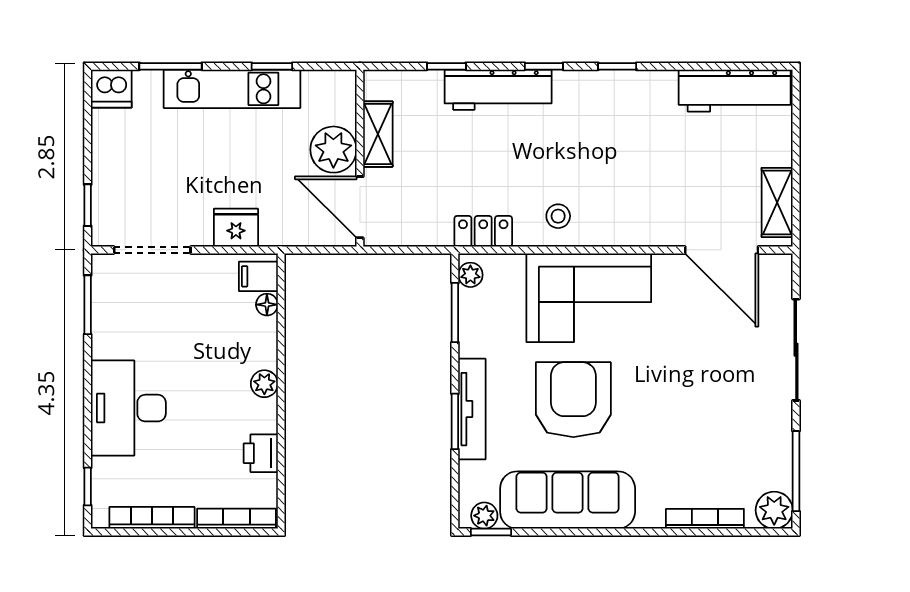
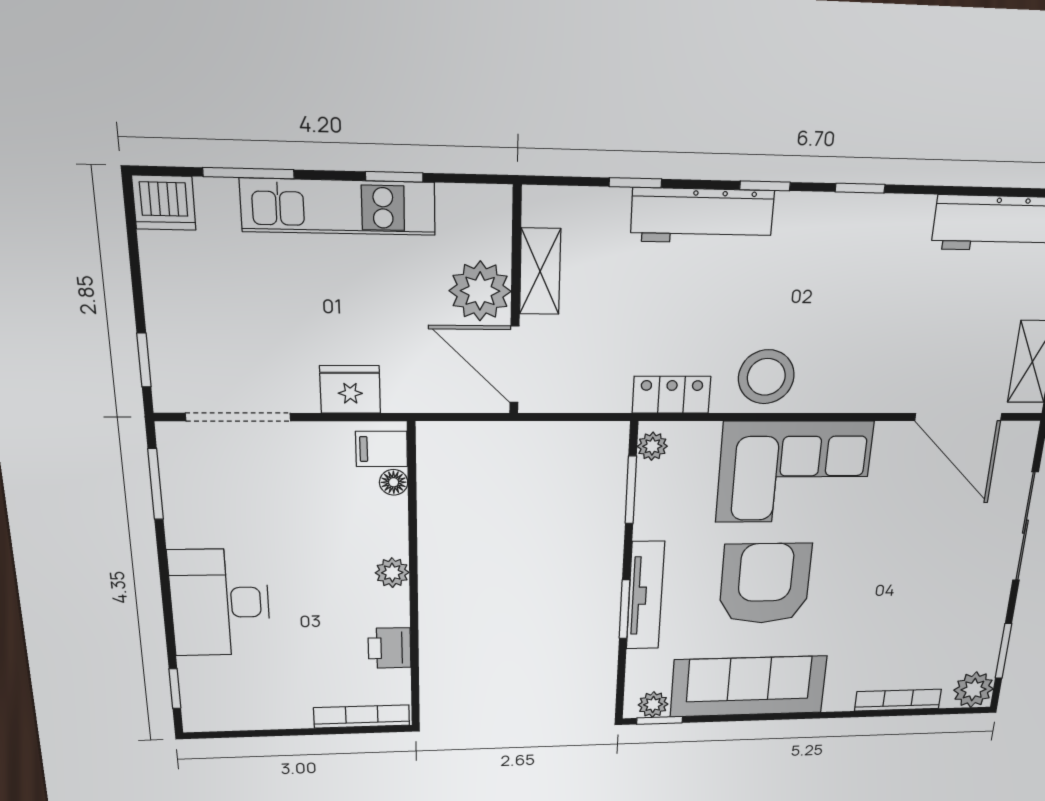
stool: (558, 216) -> (766, 377), width x1.89, depth x1.89
window: (796, 471) -> (1003, 651), width x0.69
bookcase: (152, 518) -> (258, 719), removed

